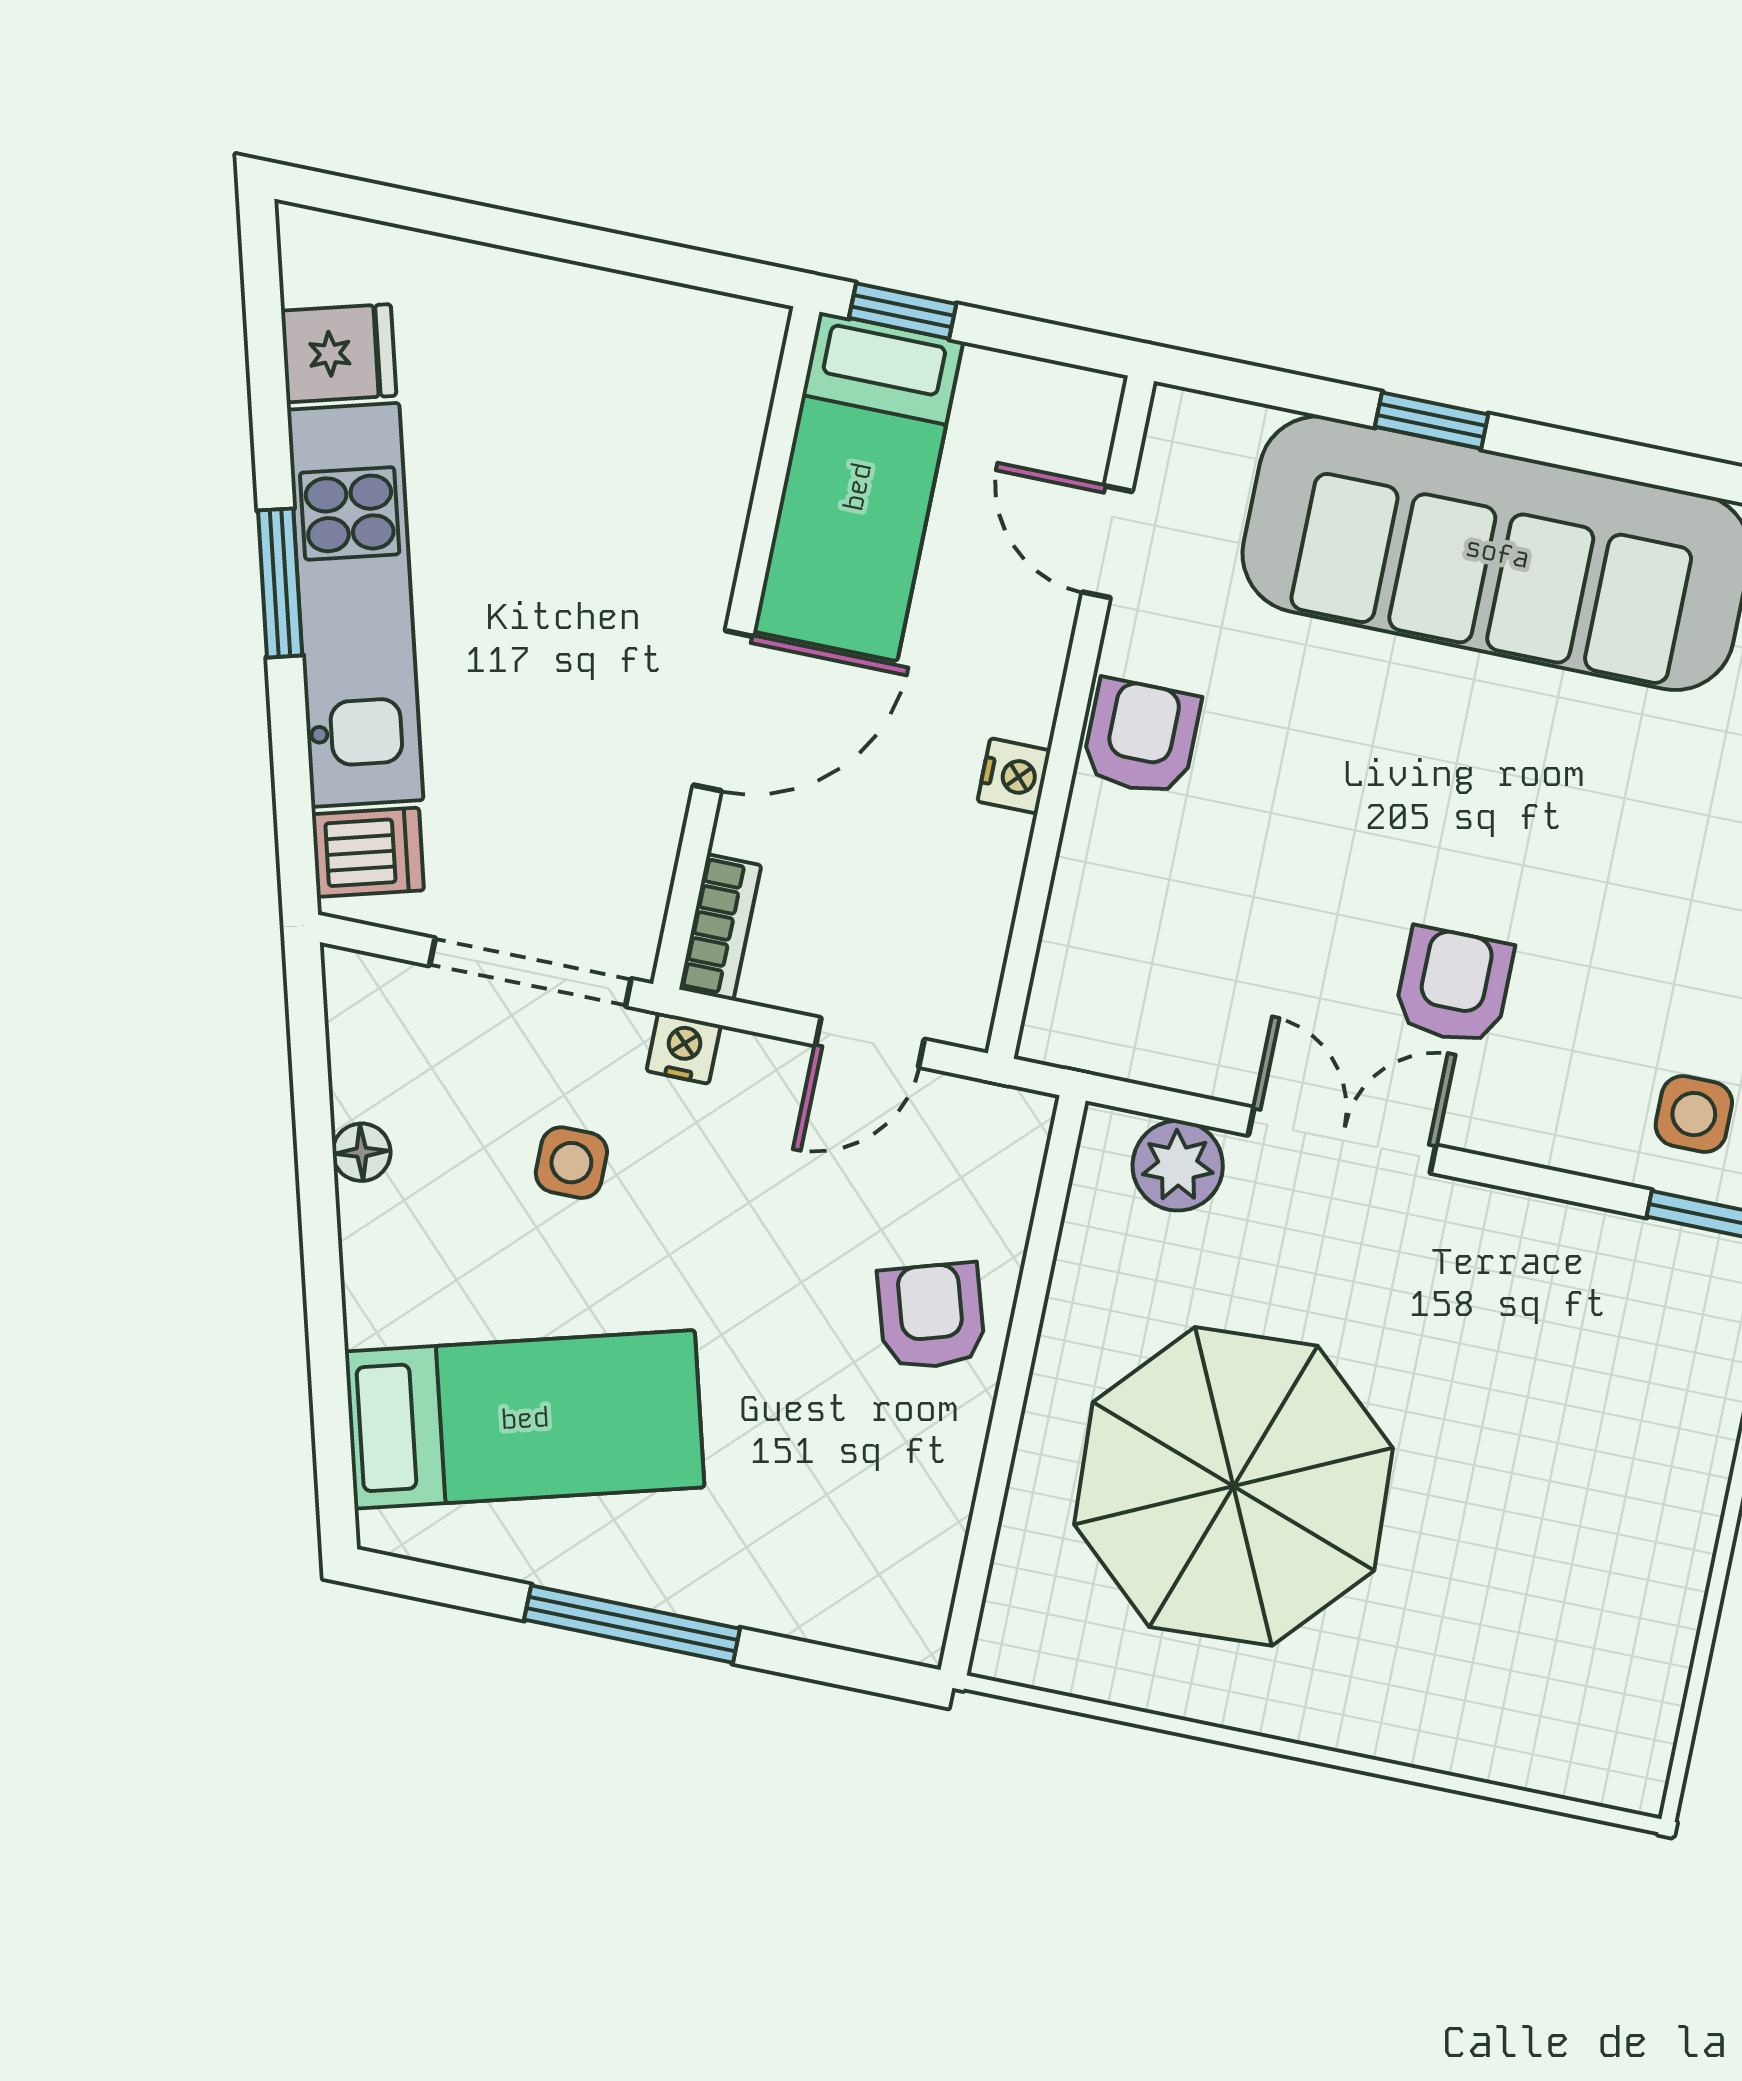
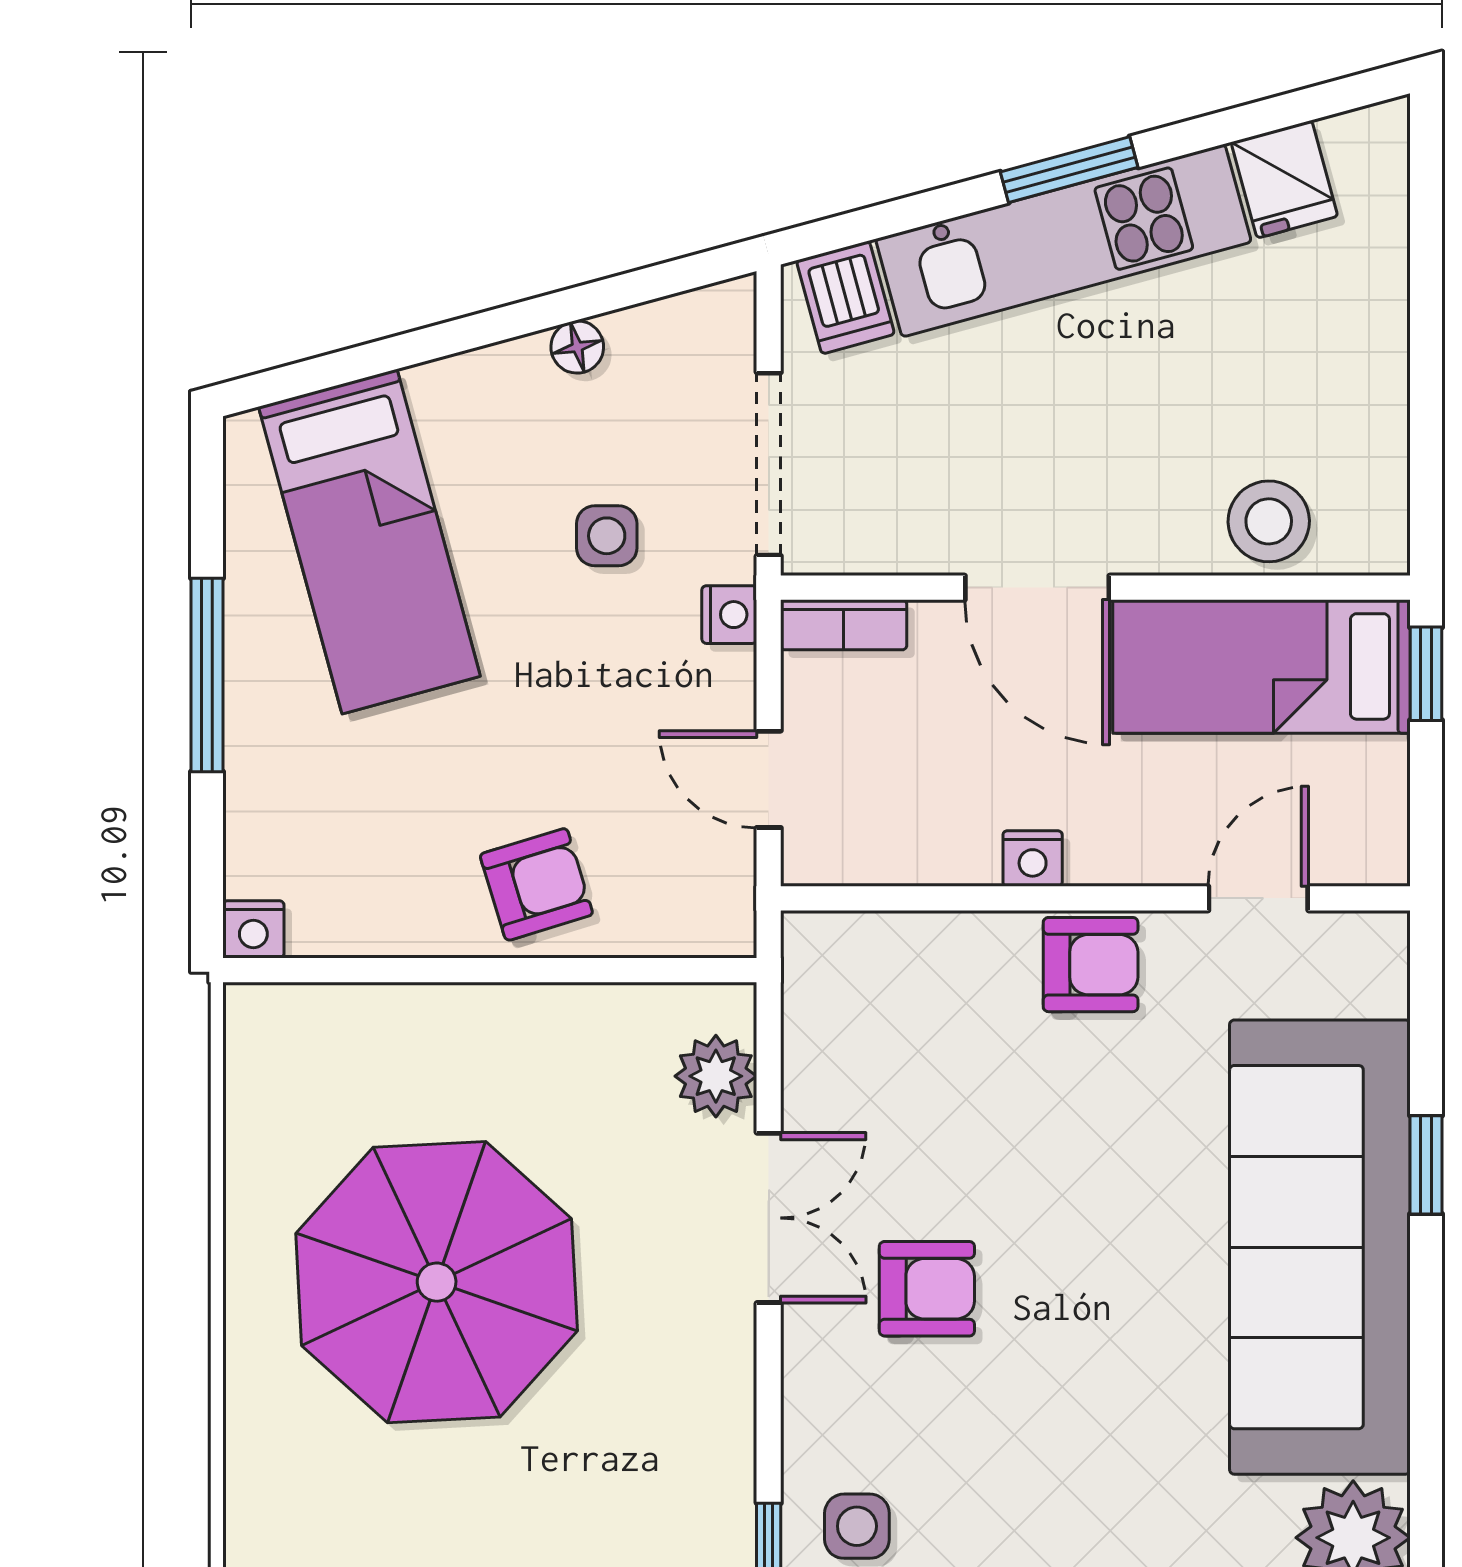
stool: (704, 446) -> (1269, 521), added
parasol: (1233, 1486) -> (437, 1282), moved
nightstand: (916, 1631) -> (253, 929), added

